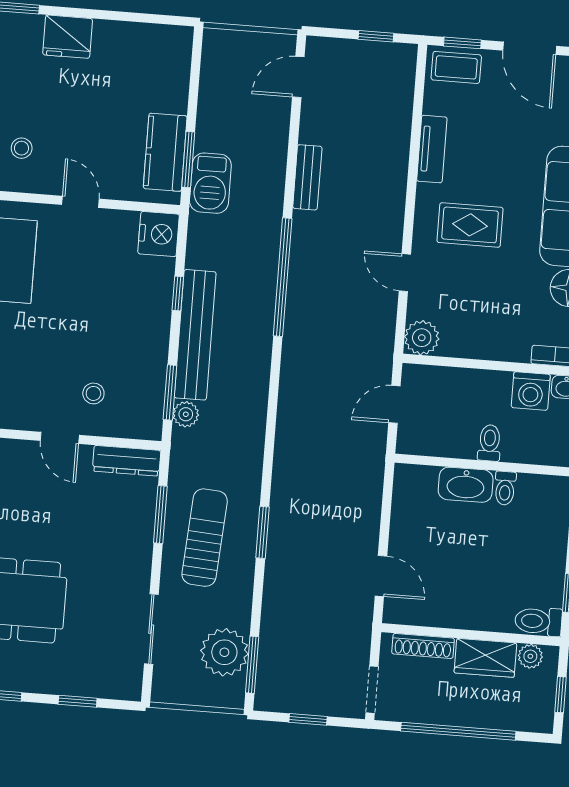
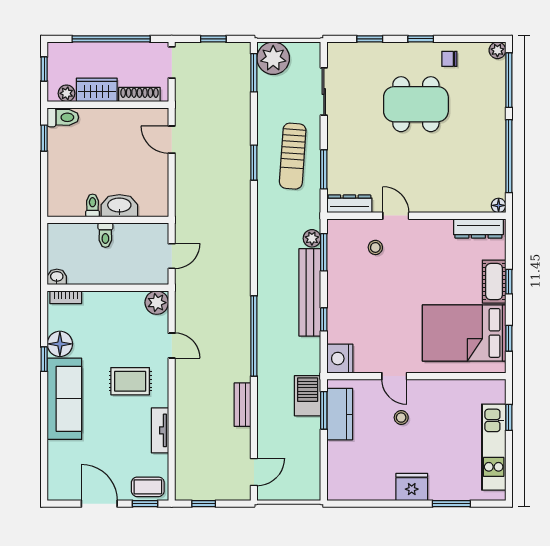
stool: (22, 148) -> (401, 418), moved
washing machine: (531, 391) -> (80, 272), removed
plant: (224, 652) -> (273, 58), moved

